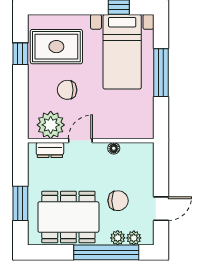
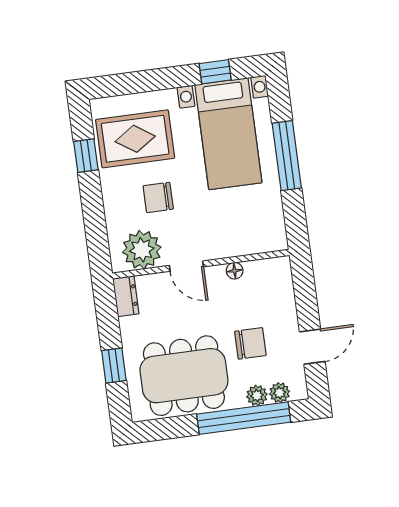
door: (80, 141) -> (186, 266), swing flipped
dresser: (50, 150) -> (126, 296), moved, turned -90
window: (20, 203) -> (114, 366), width x0.67

